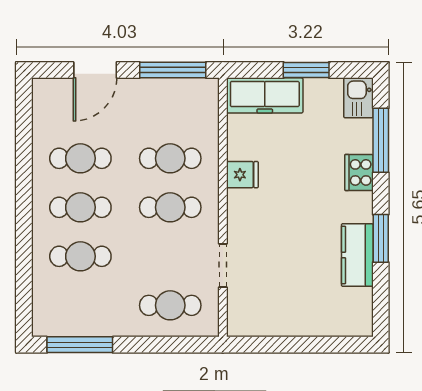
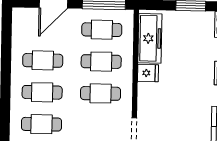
freezer: (265, 95) -> (150, 38), moved, turned -90
cafe table: (170, 109) -> (102, 30), added

